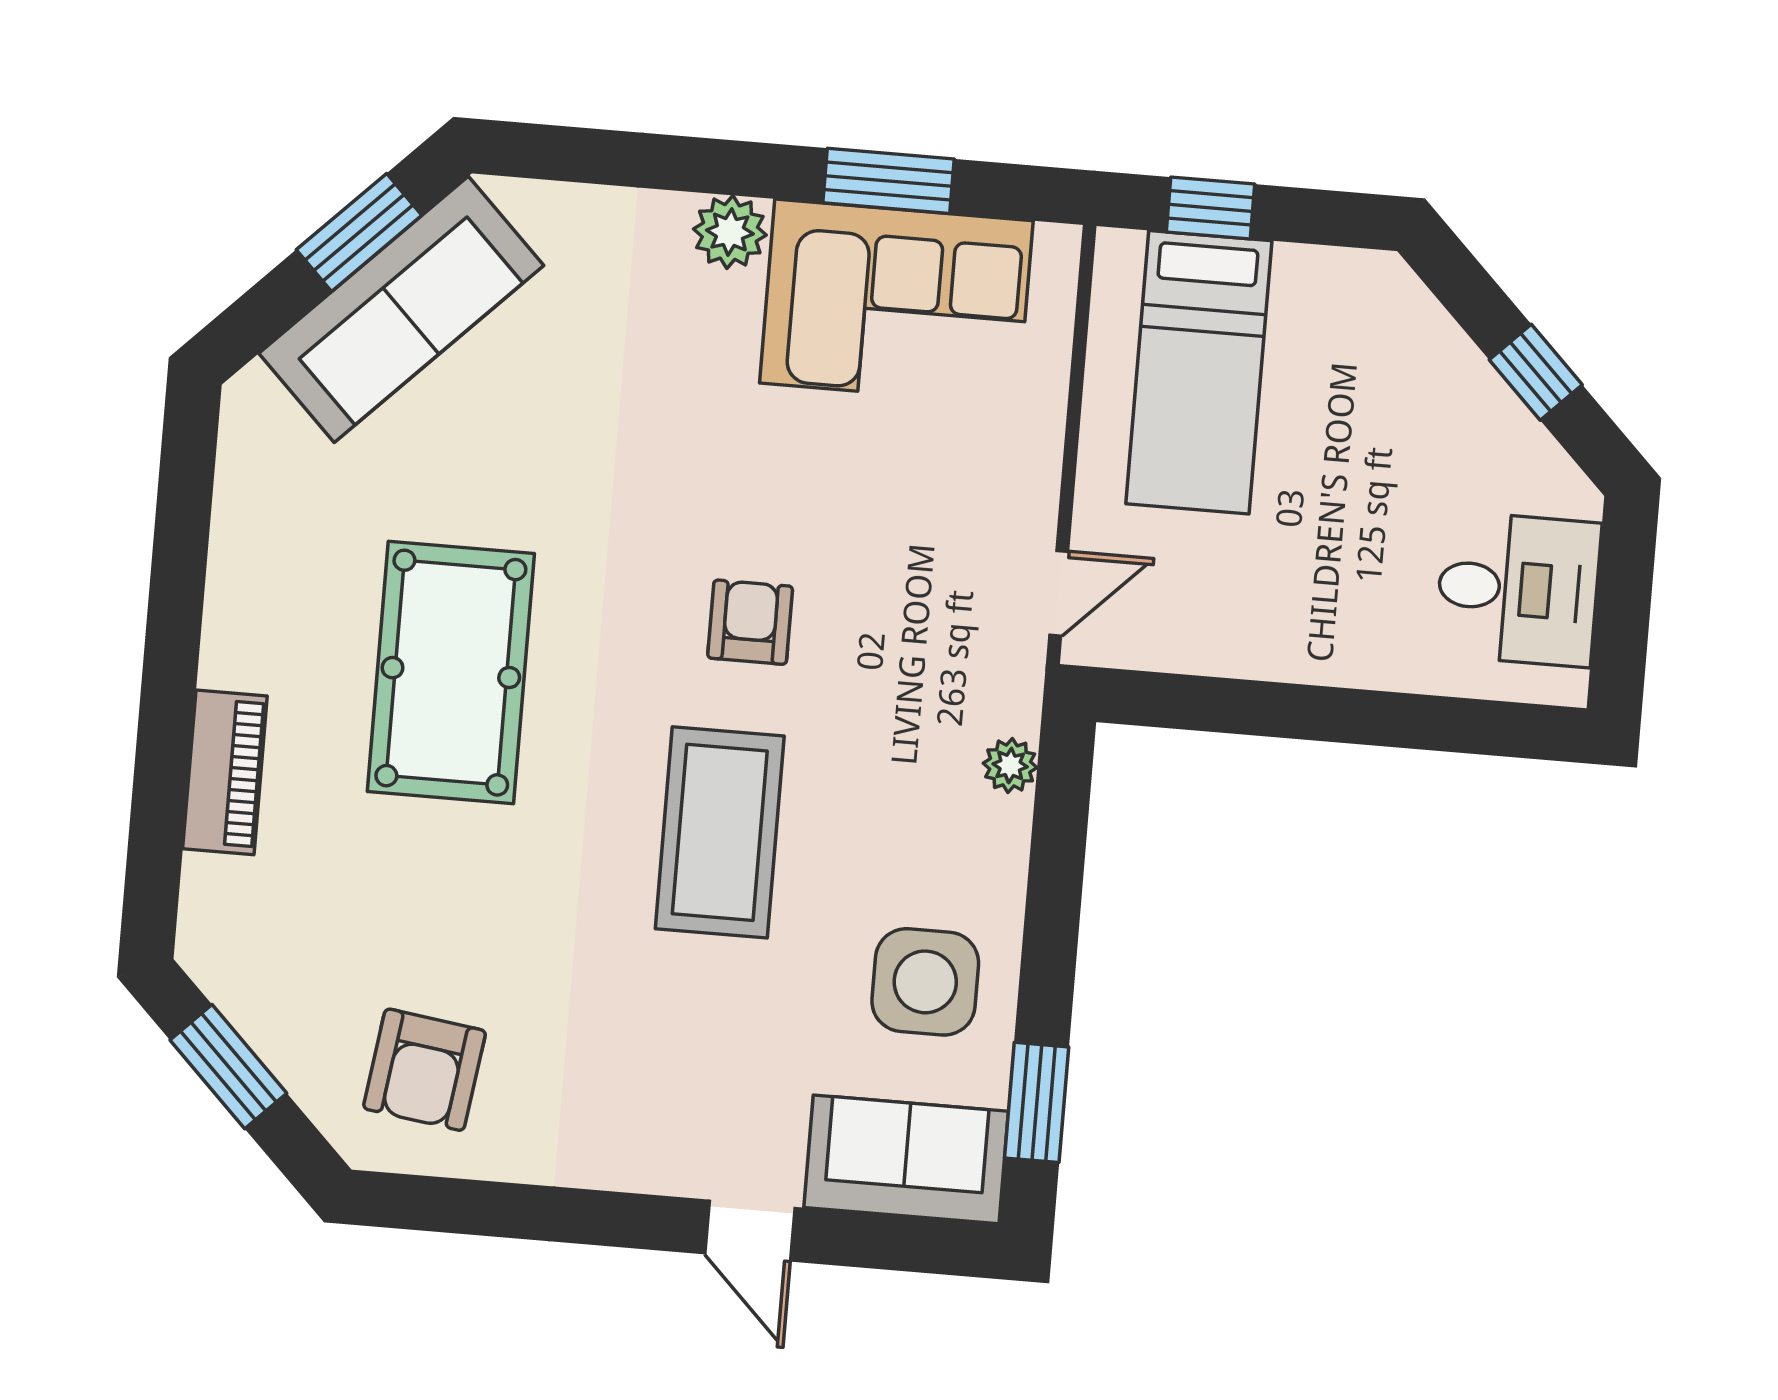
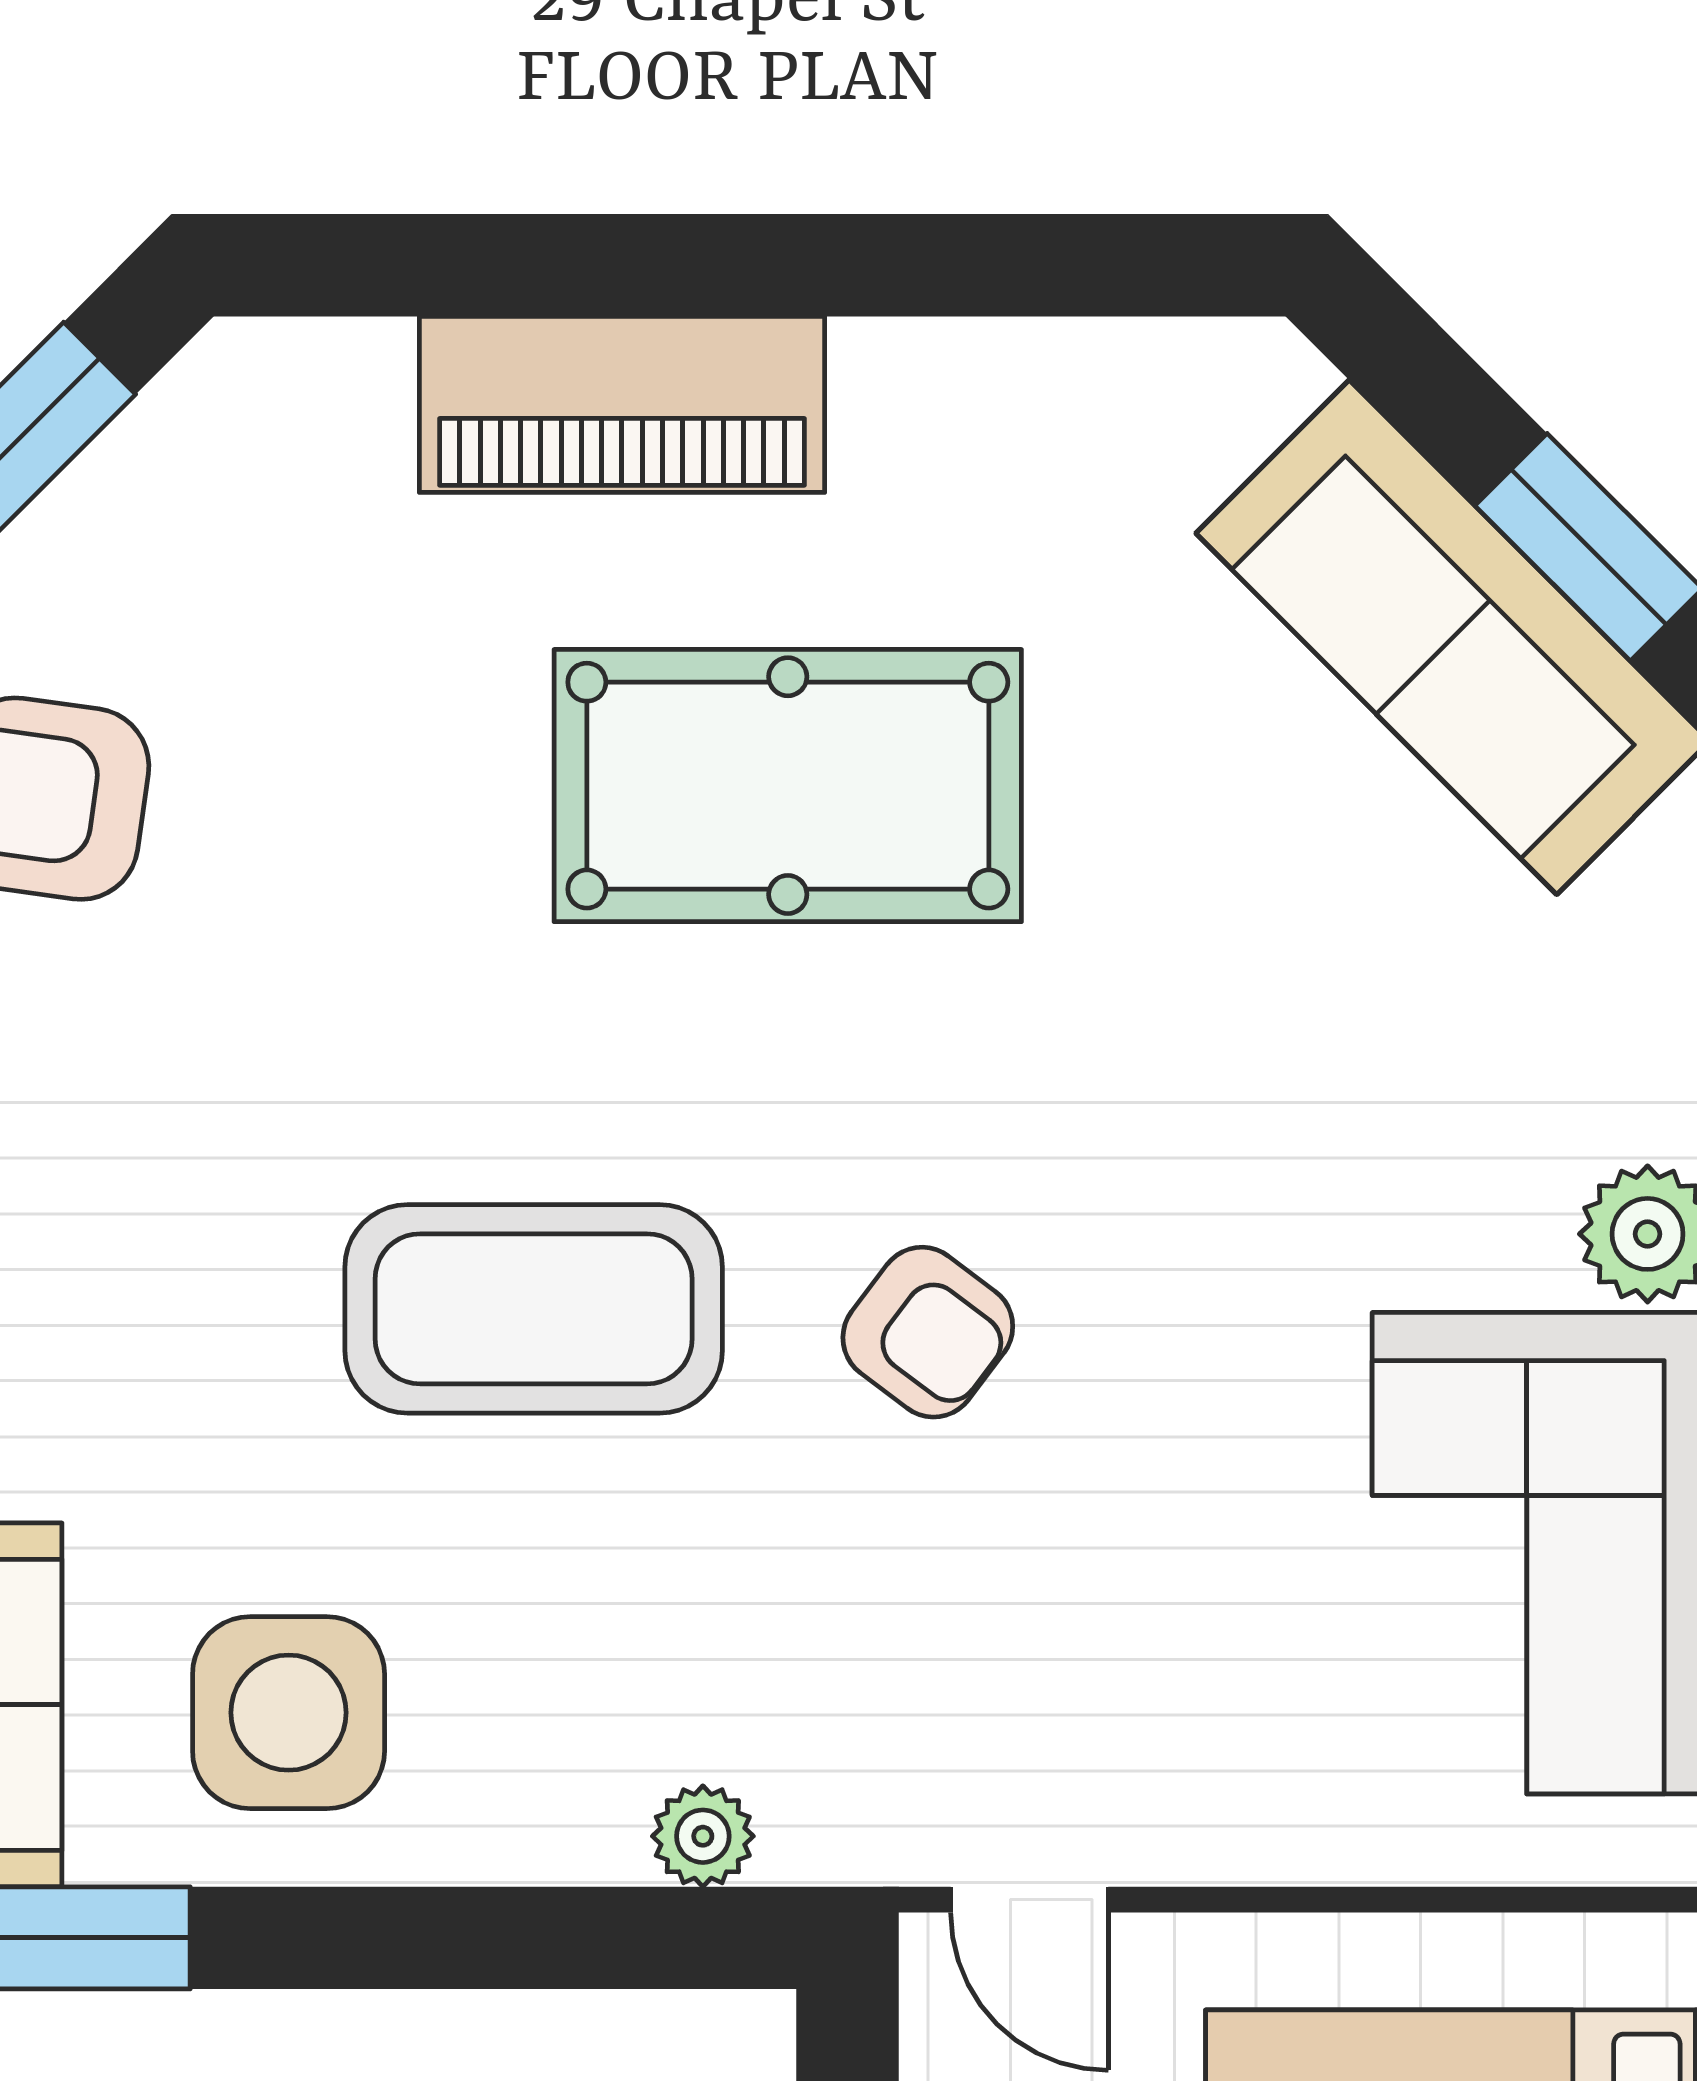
armchair: (750, 622) -> (928, 1332), turned 37
piano: (225, 772) -> (622, 404), width x1.37, depth x1.33

